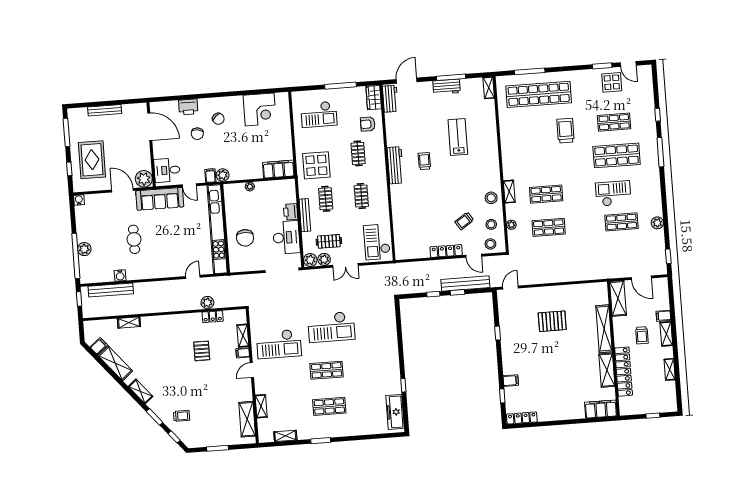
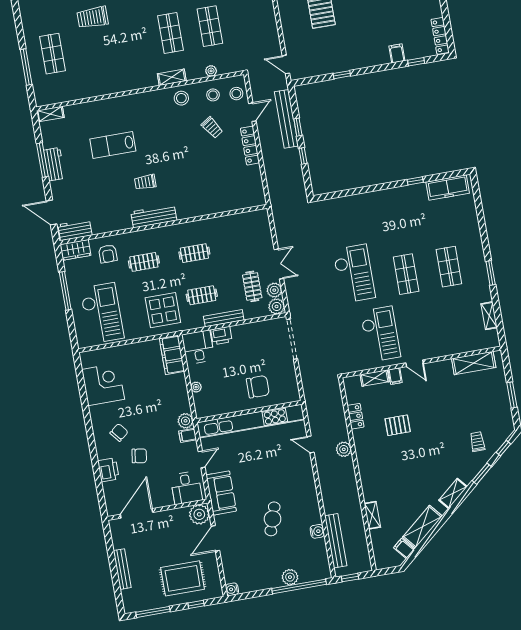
shop shelf: (539, 94) -> (52, 54), width x0.50, depth x0.74
checkout: (319, 114) -> (102, 313), width x1.36, depth x1.21
sofa: (160, 199) -> (221, 493), width x0.73
desk: (286, 237) -> (198, 347), moved, width x0.73
cafe table: (134, 239) -> (273, 519), turned -72
checkout: (377, 242) -> (247, 229), removed
plant: (207, 303) -> (344, 449), moved
shelving: (261, 406) -> (457, 348), removed

